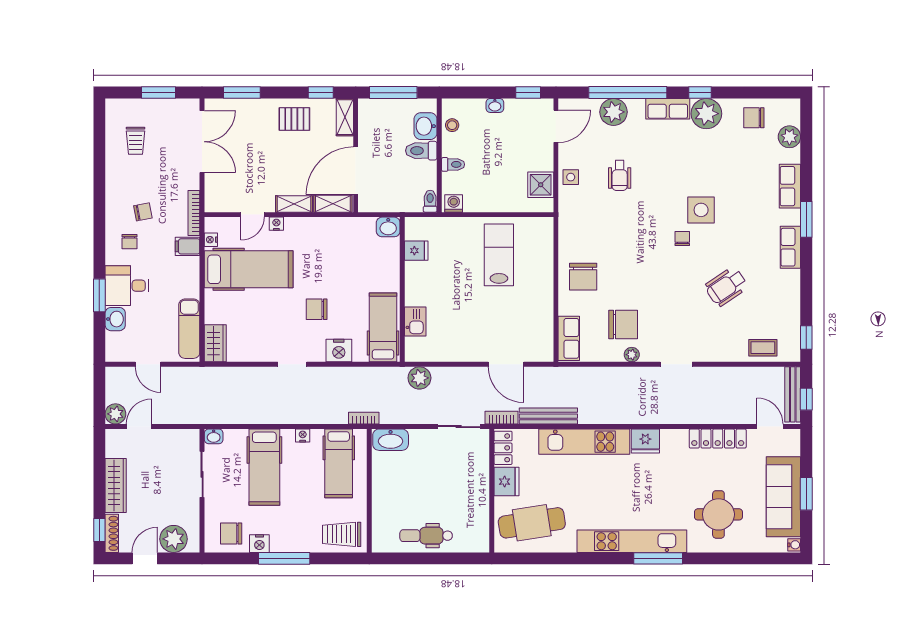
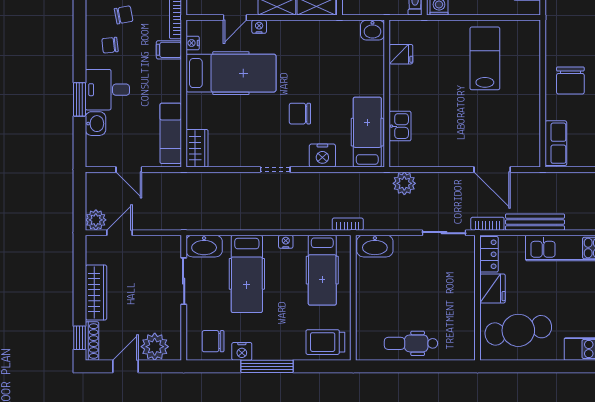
chair: (130, 242) -> (110, 45), turned 84
washbasin: (214, 436) -> (204, 246), width x1.91, depth x1.45

